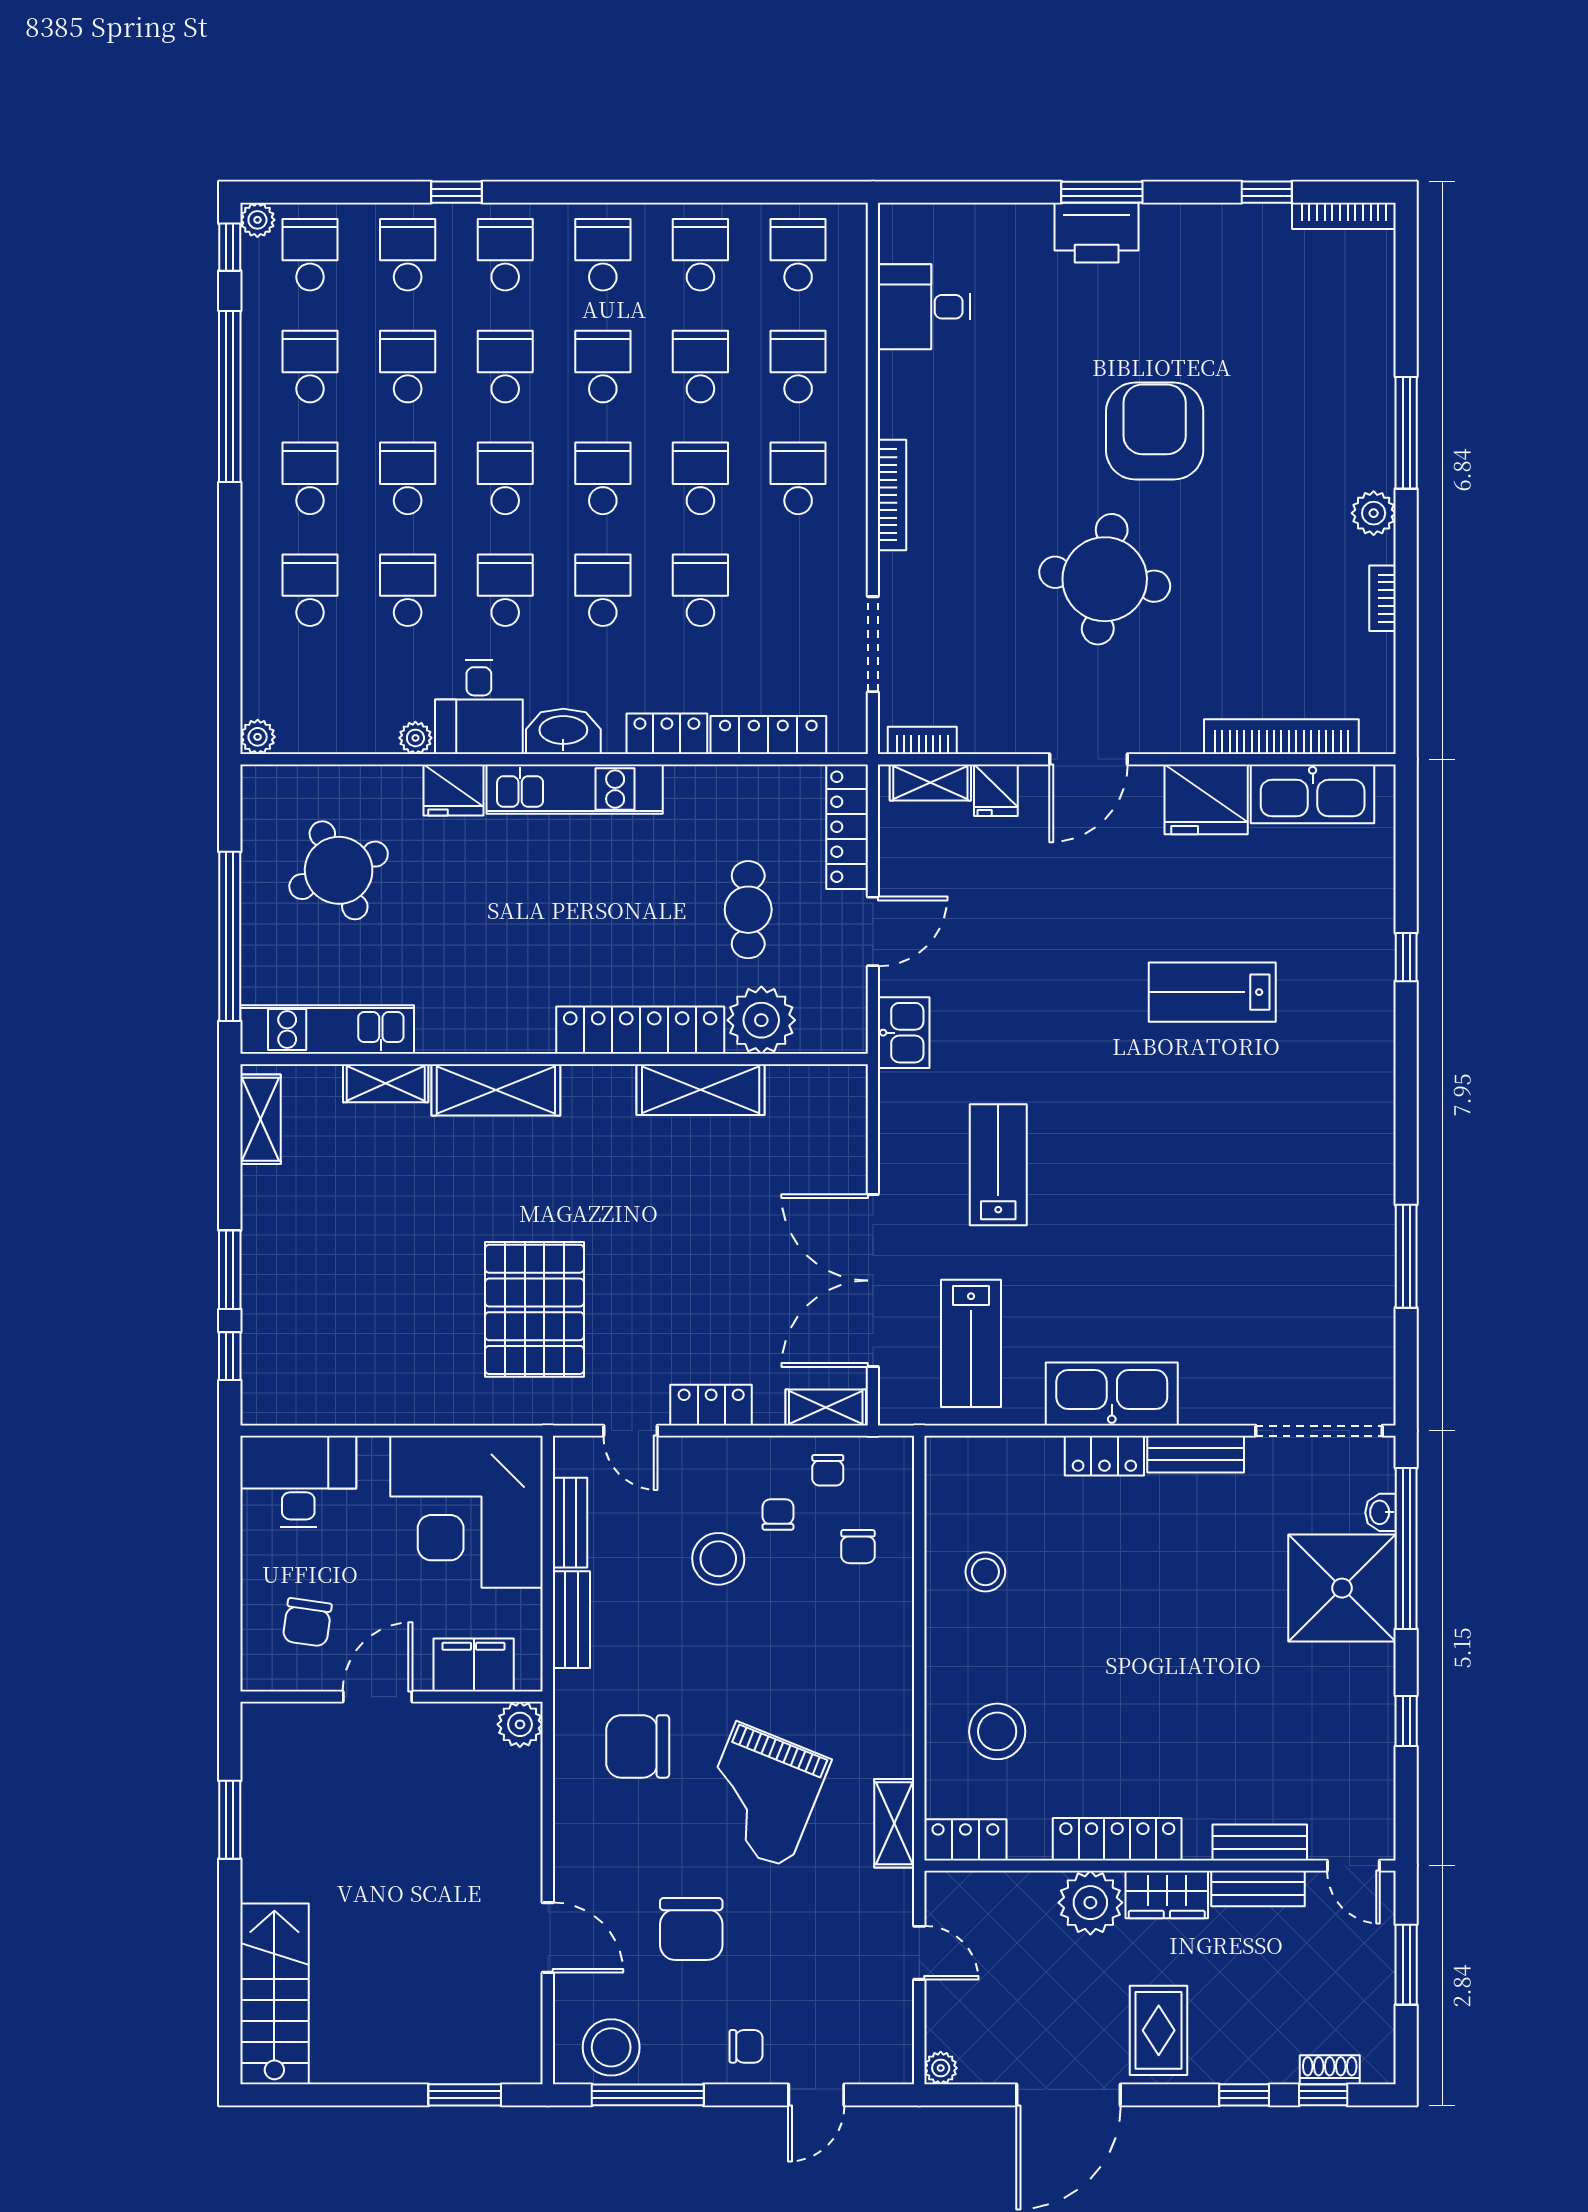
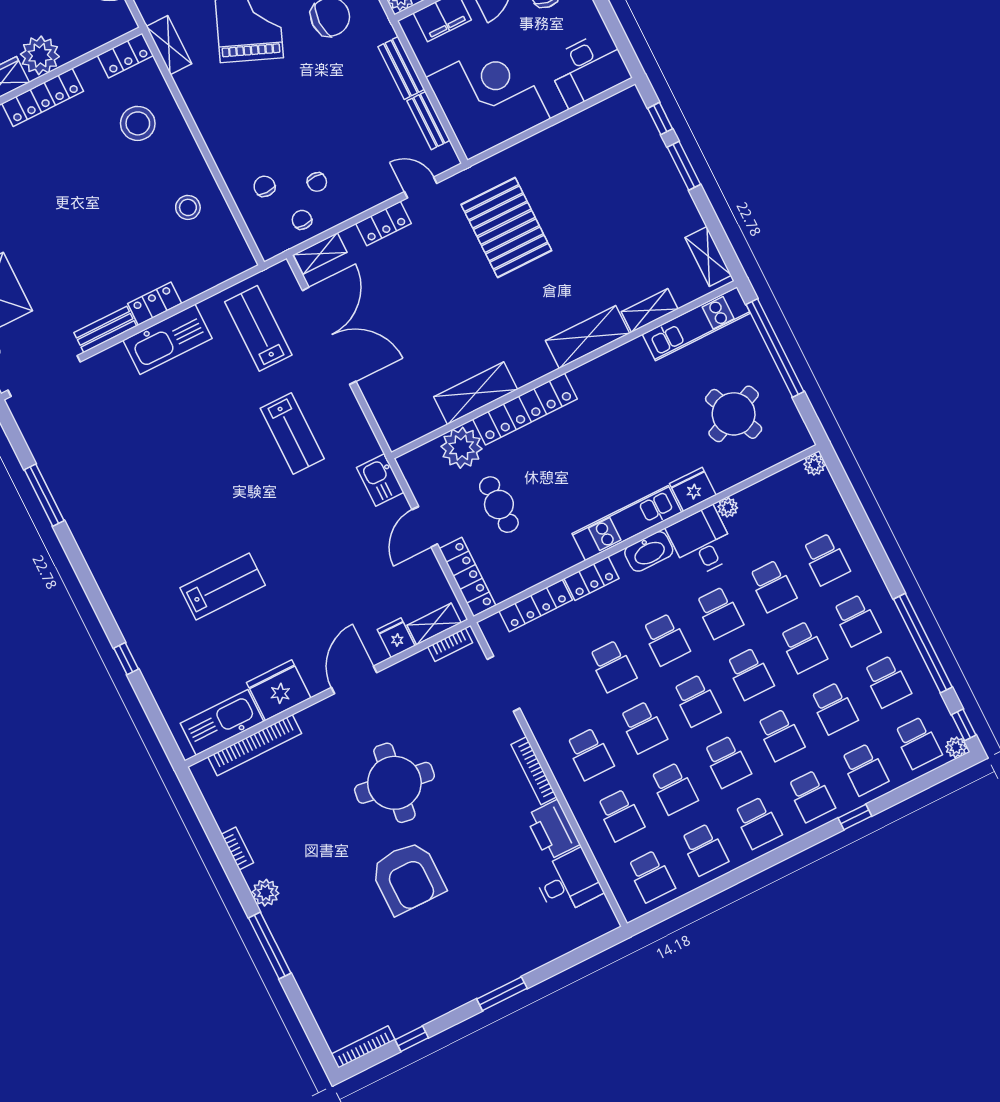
printer: (1097, 233) -> (553, 830), moved, turned -90
stool: (718, 1559) -> (338, 141), removed

